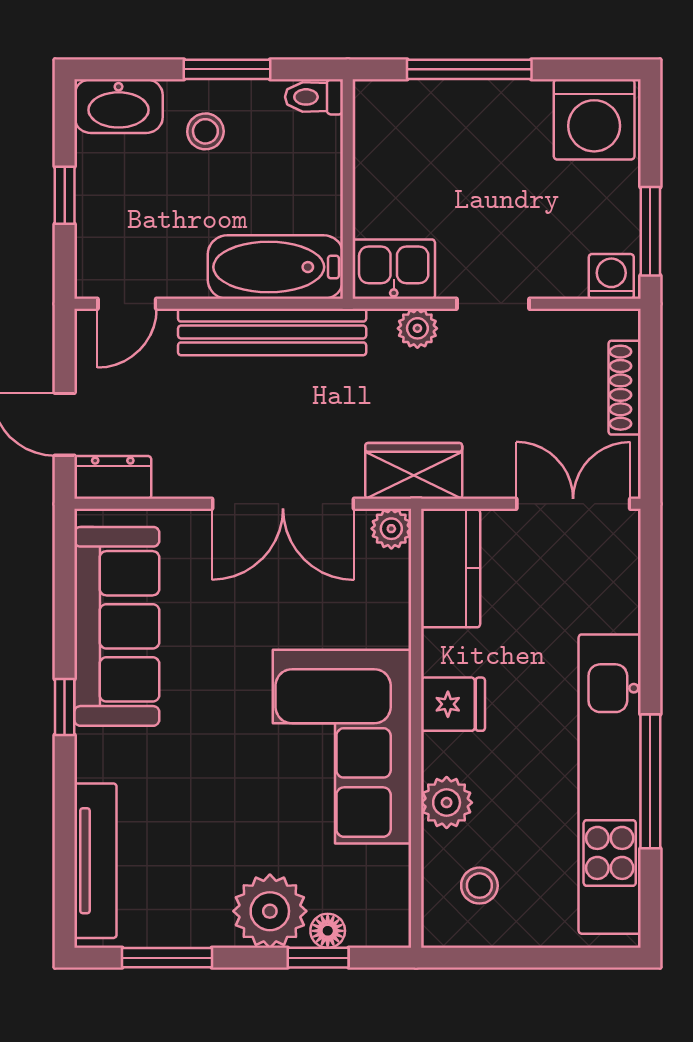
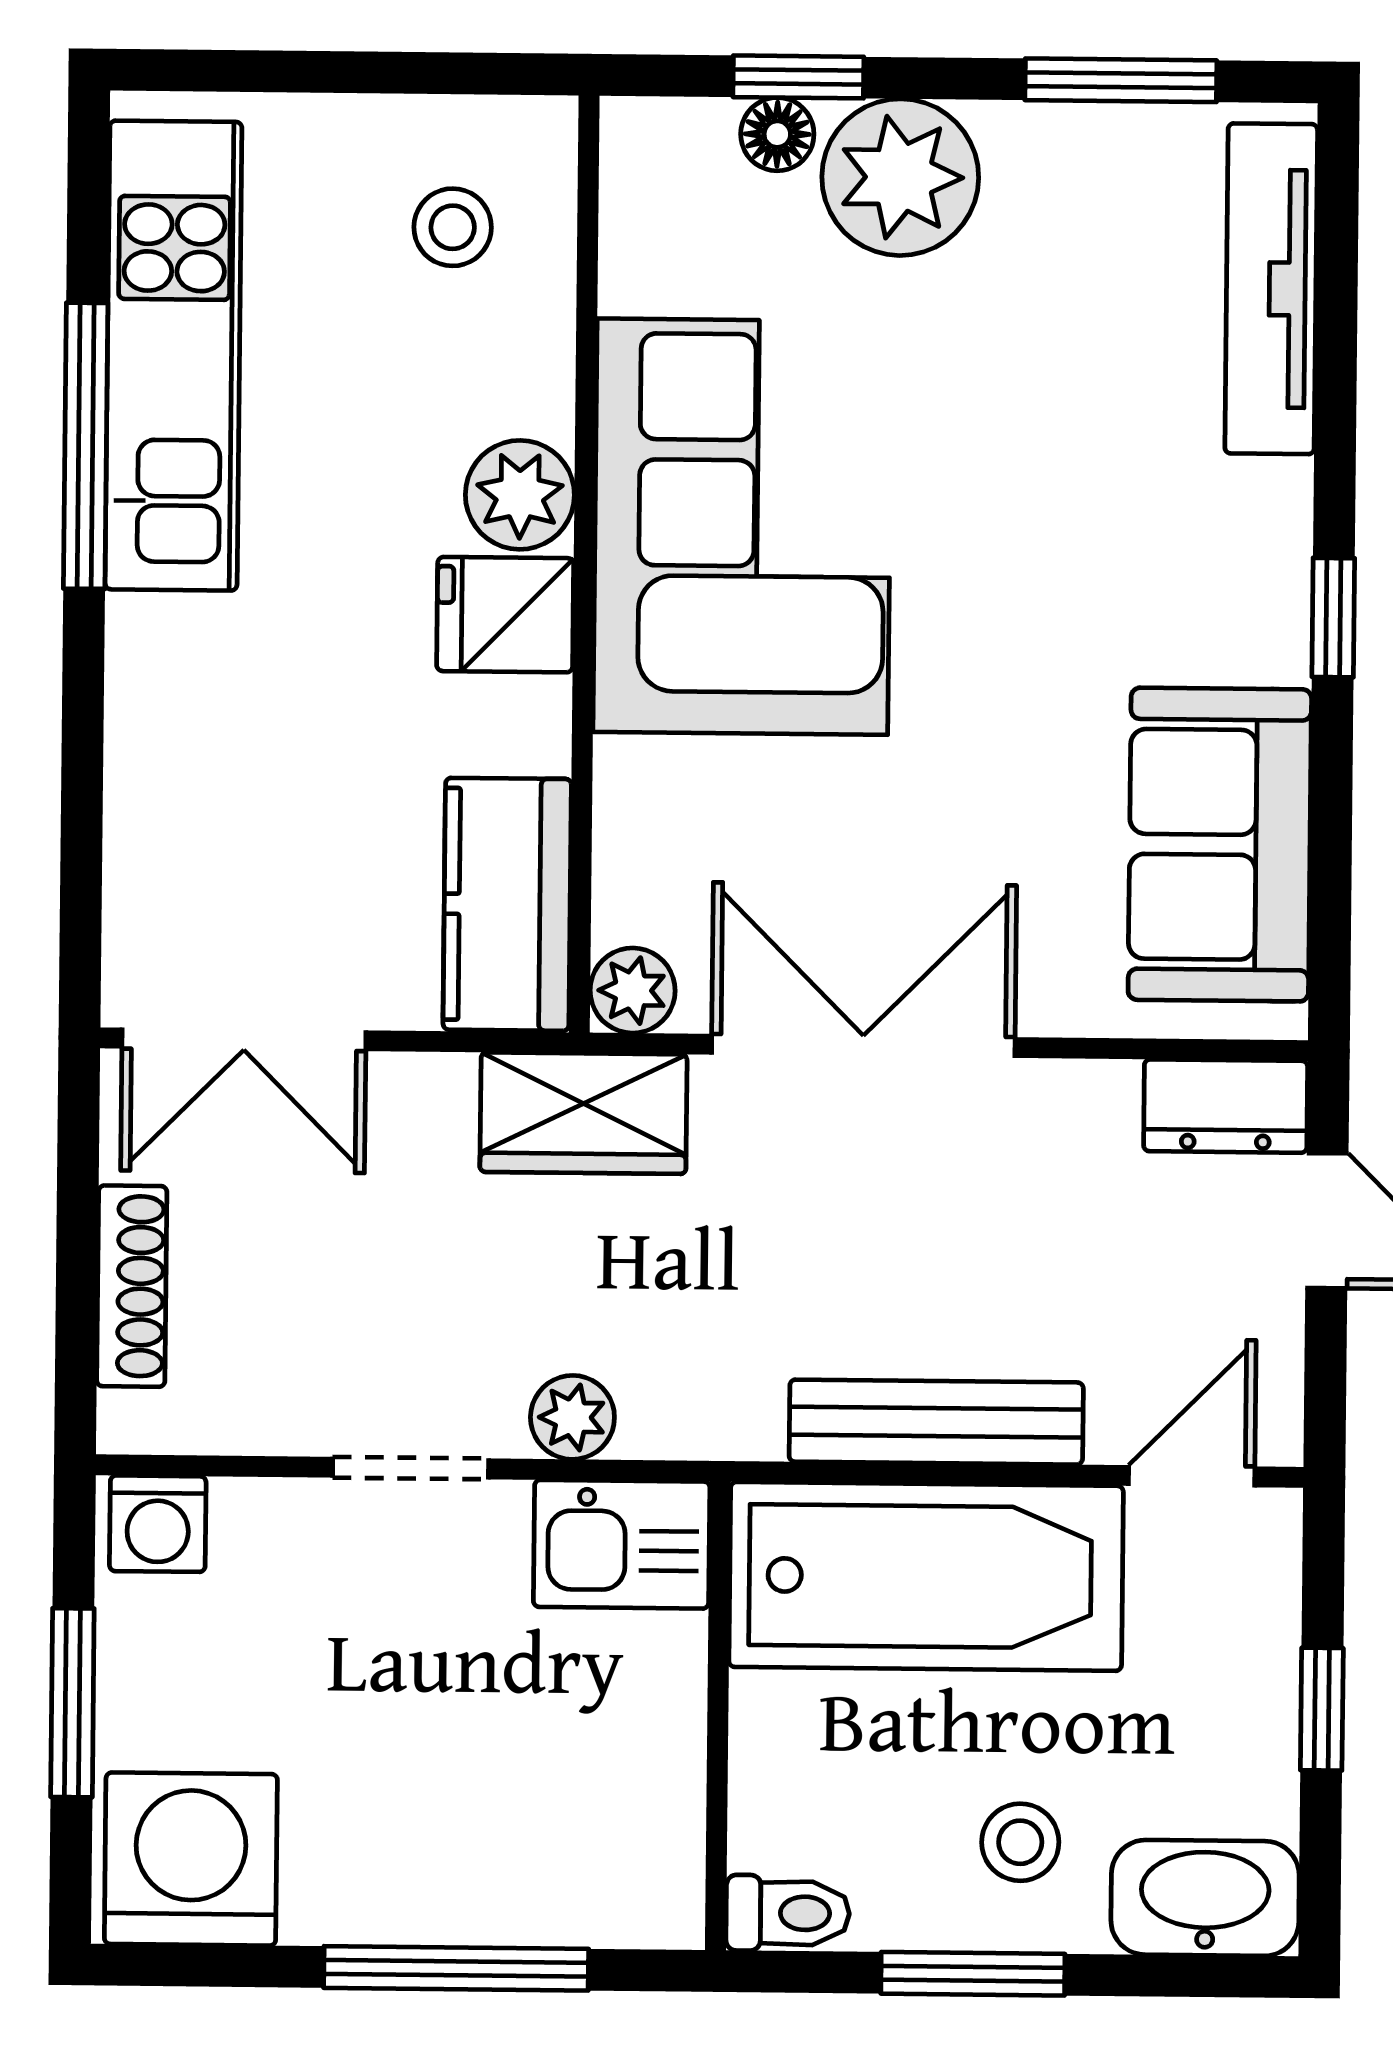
window: (650, 231) -> (72, 1703), moved
bathtub: (275, 267) -> (926, 1576), width x1.36, depth x1.36
bench: (272, 332) -> (936, 1422), width x0.73, depth x0.82
sofa: (117, 626) -> (1220, 845), width x0.73
kitchen unit: (610, 784) -> (173, 356), width x0.73
plant: (447, 803) -> (520, 495), moved

